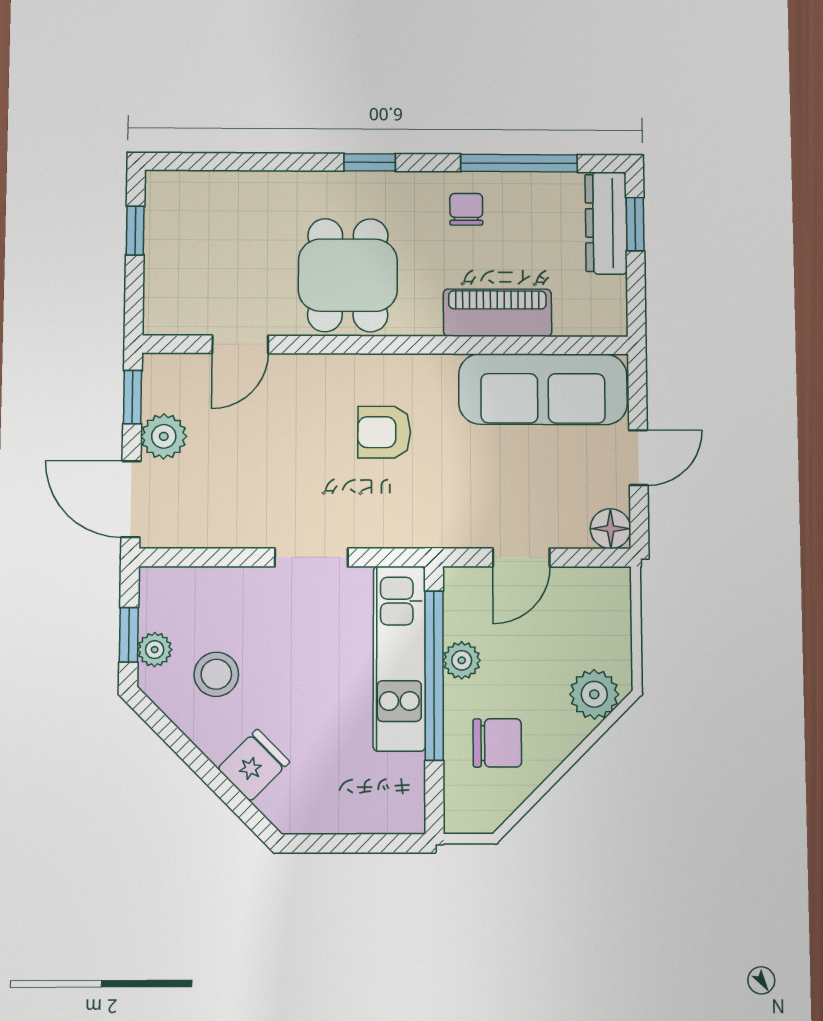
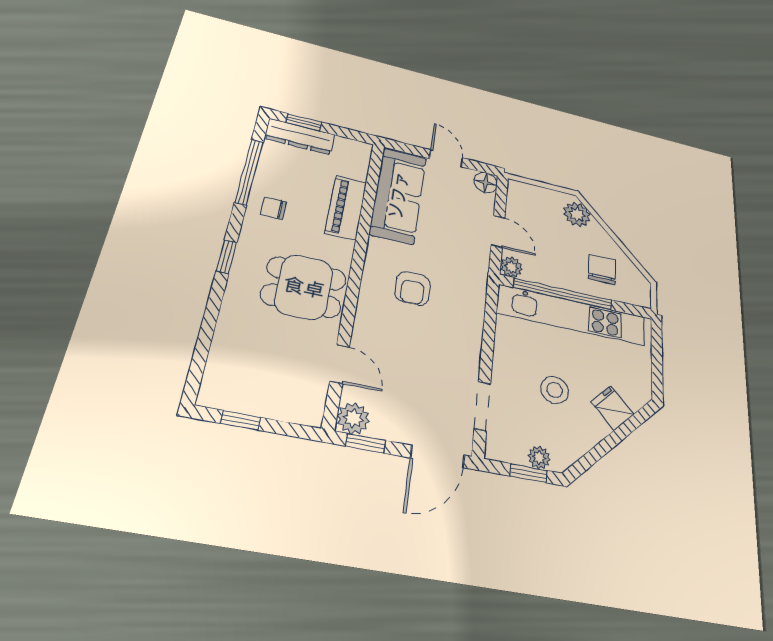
plant: (164, 436) -> (353, 418), moved
doorway: (311, 557) -> (482, 406), moved
kitchen unit: (399, 658) -> (572, 315), width x1.36
plant: (462, 660) -> (511, 267), moved
stool: (216, 674) -> (555, 390), moved

